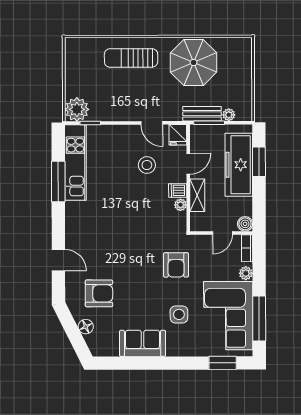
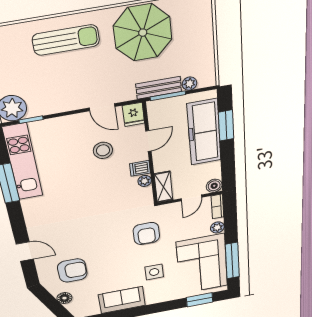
sun lounger: (131, 58) -> (66, 40), turned 180
shelving: (197, 195) -> (164, 187), moved

